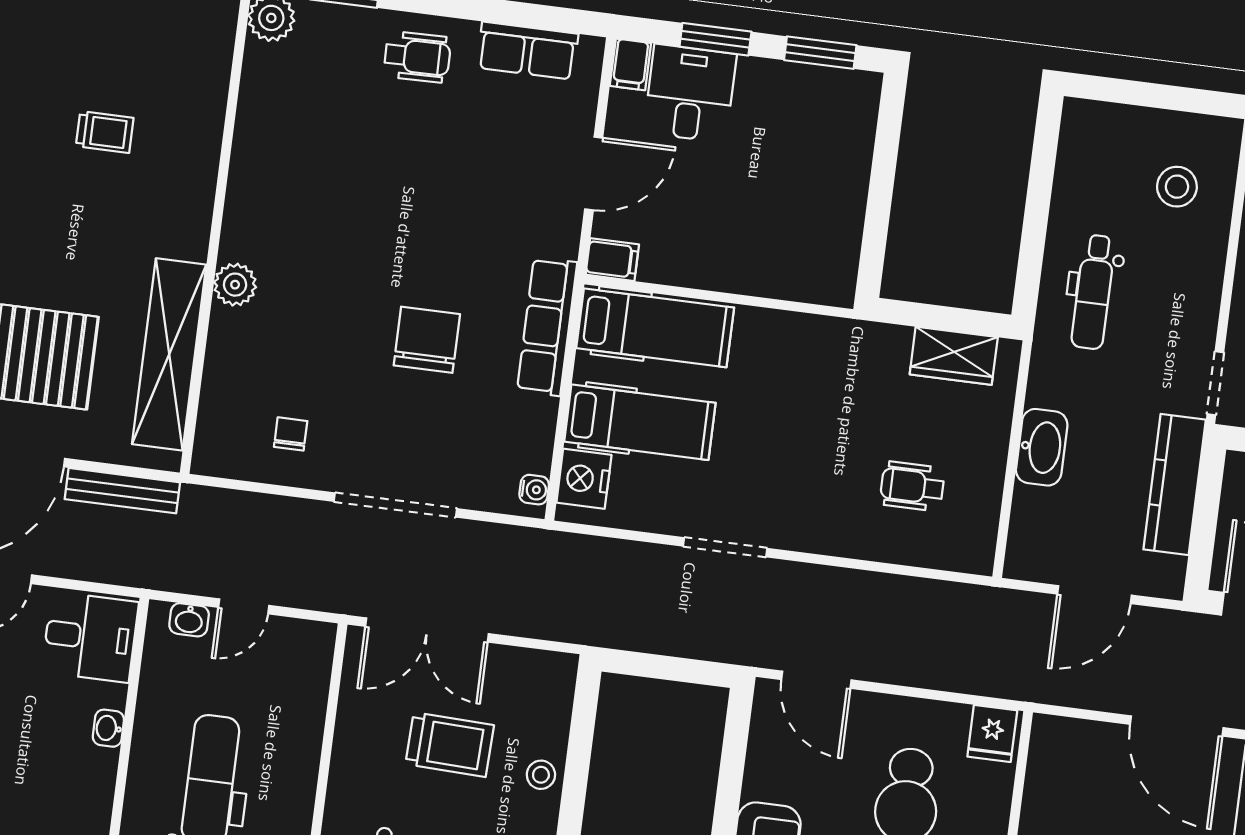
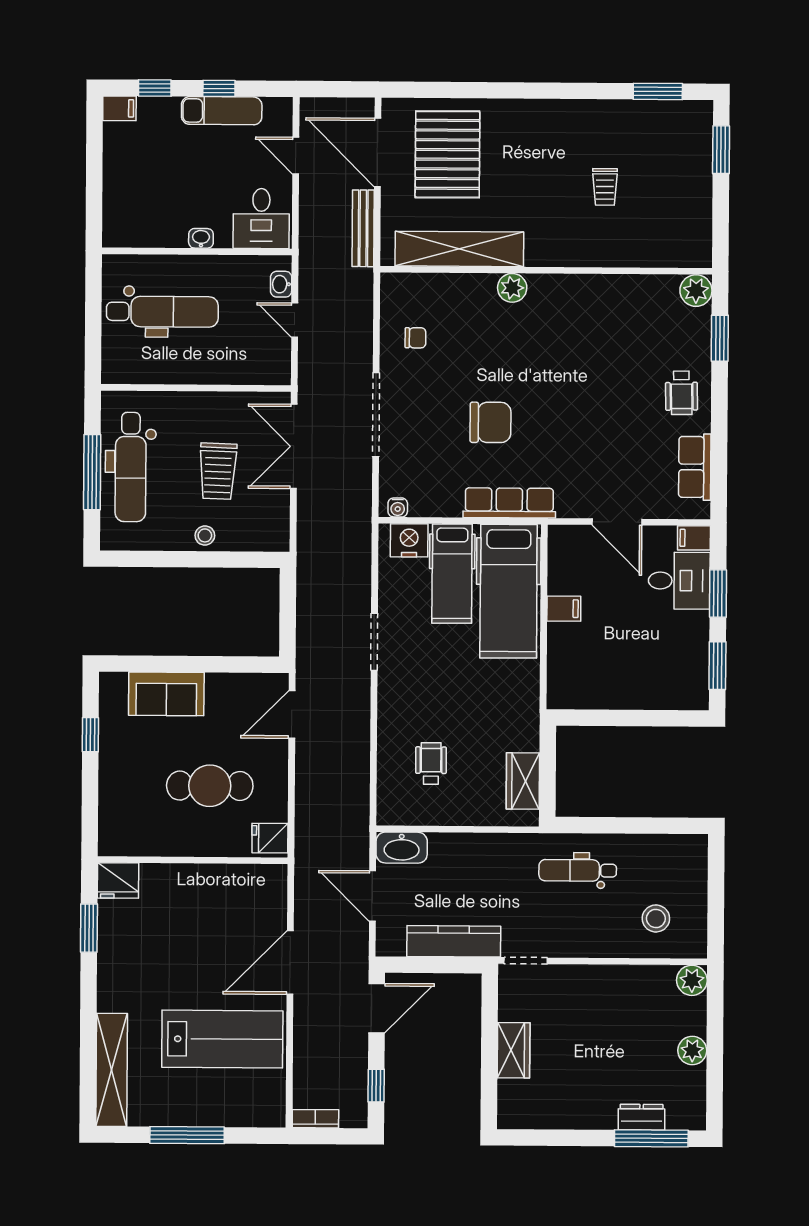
filing cabinet: (612, 260) -> (564, 609), moved, turned -90
hospital bed: (655, 328) -> (509, 591), width x1.37, depth x1.29
washbasin: (1042, 447) -> (402, 848), moved

